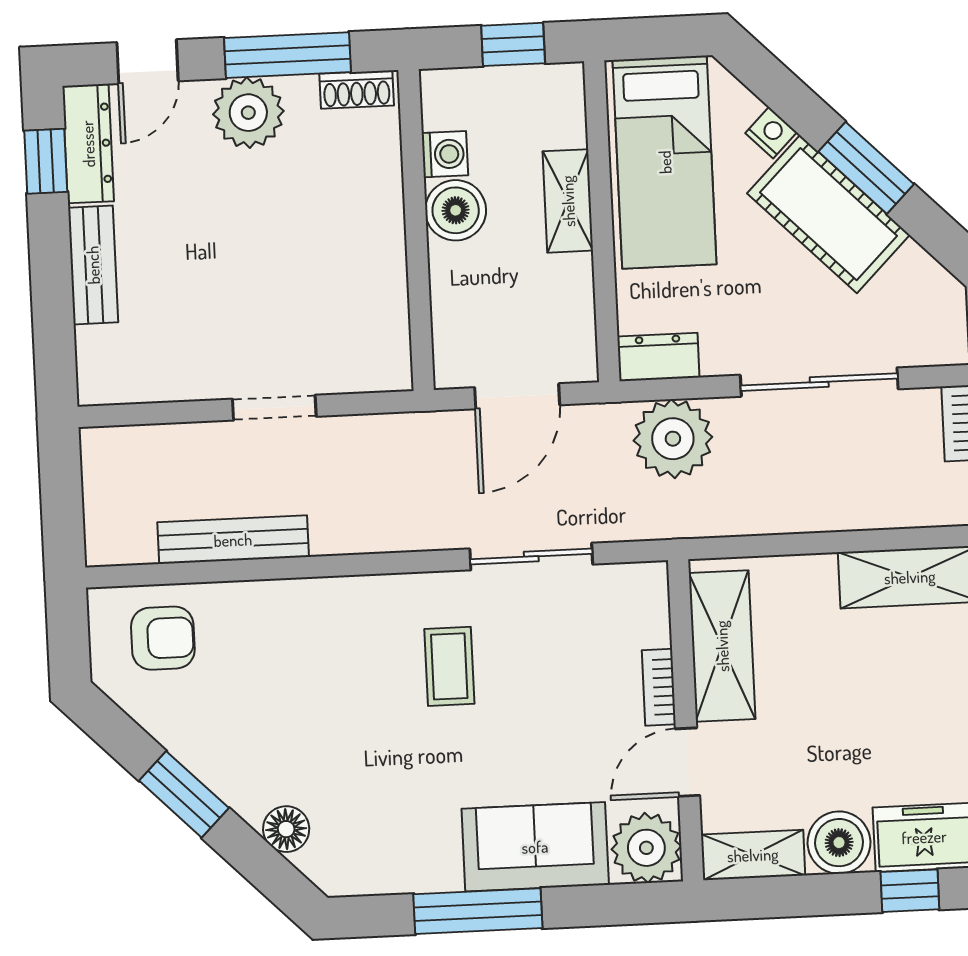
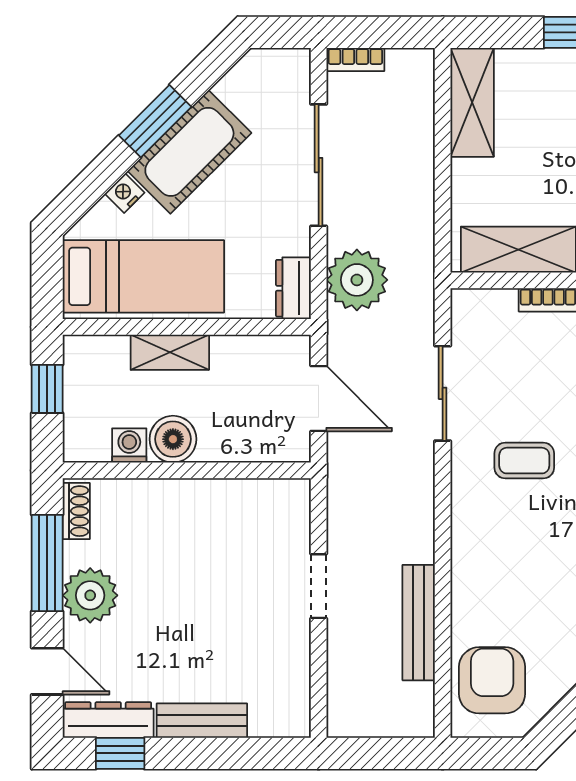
armchair: (163, 638) -> (492, 680), width x1.38, depth x1.38

